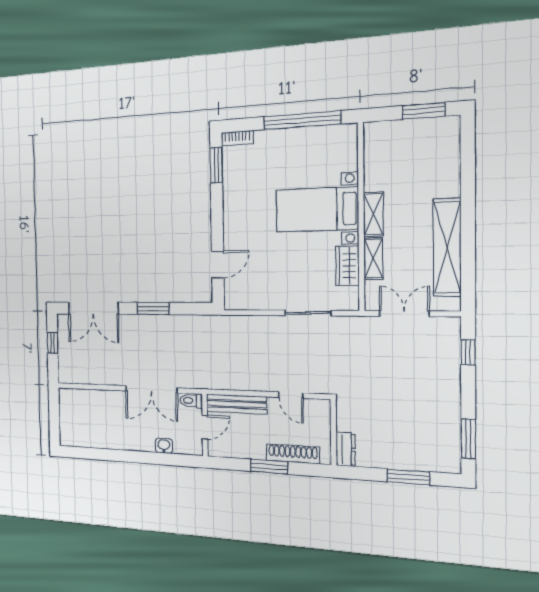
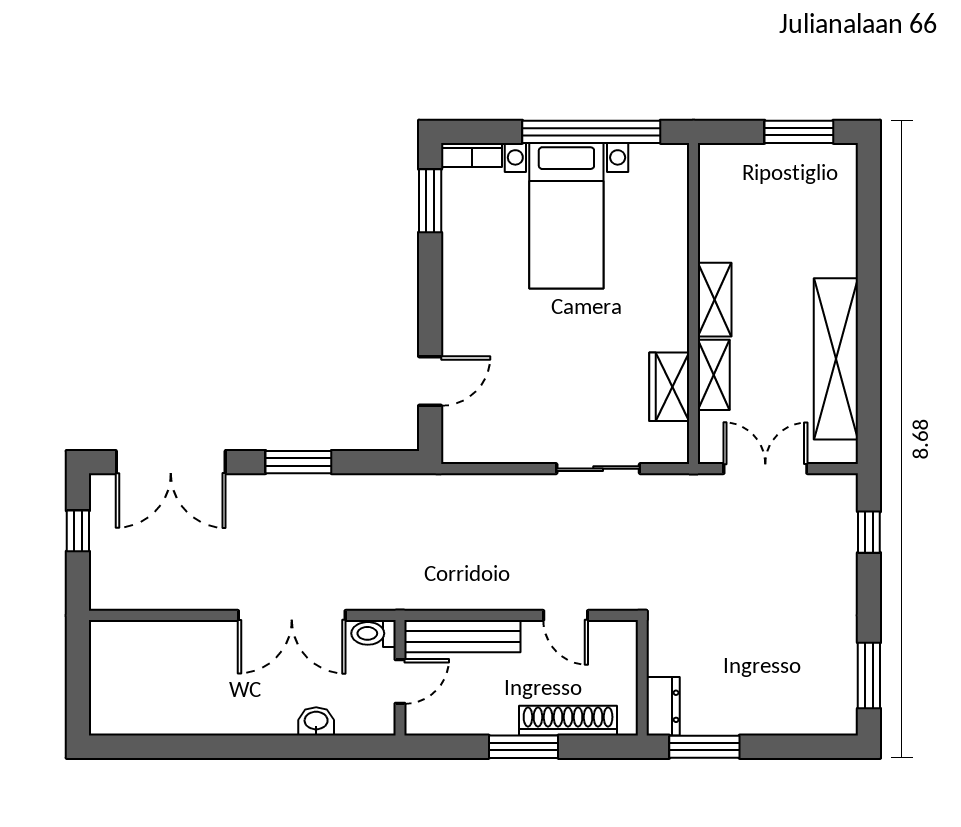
bed with nightstands: (317, 209) -> (566, 216), moved, turned -90
window: (408, 477) -> (704, 747), moved

